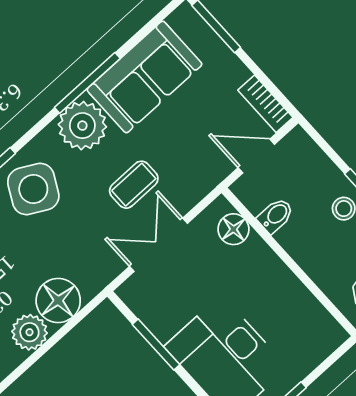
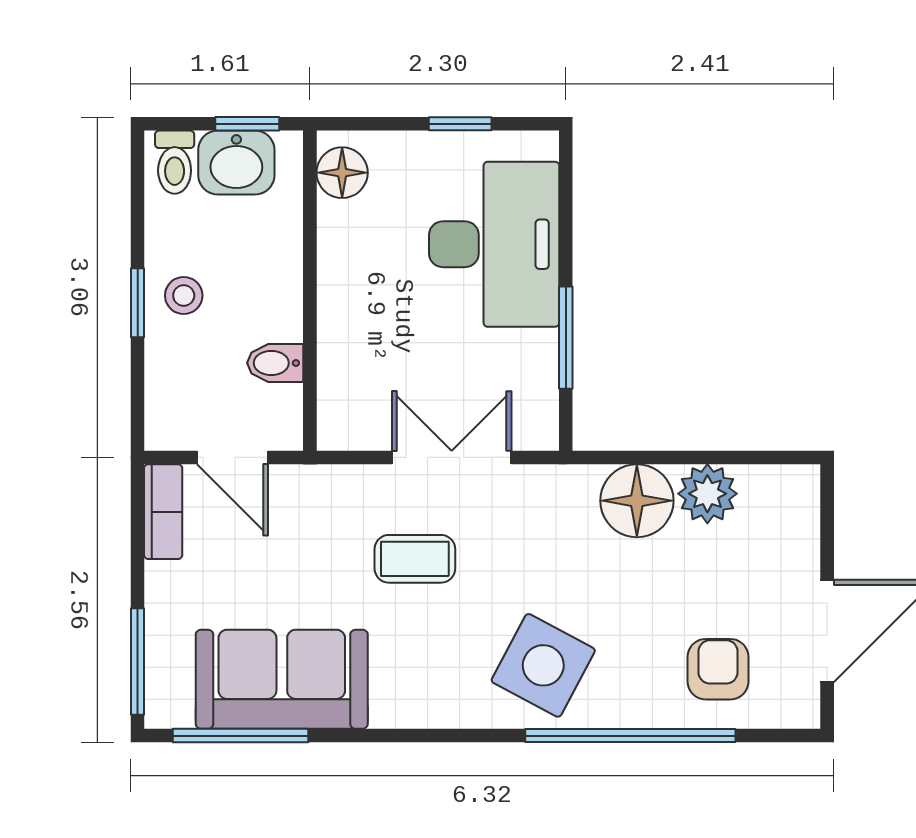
window: (87, 83) -> (241, 736), moved
plant: (82, 126) -> (412, 689), removed
floor lamp: (233, 229) -> (342, 173), moved
double door: (158, 245) -> (452, 457), swing flipped

